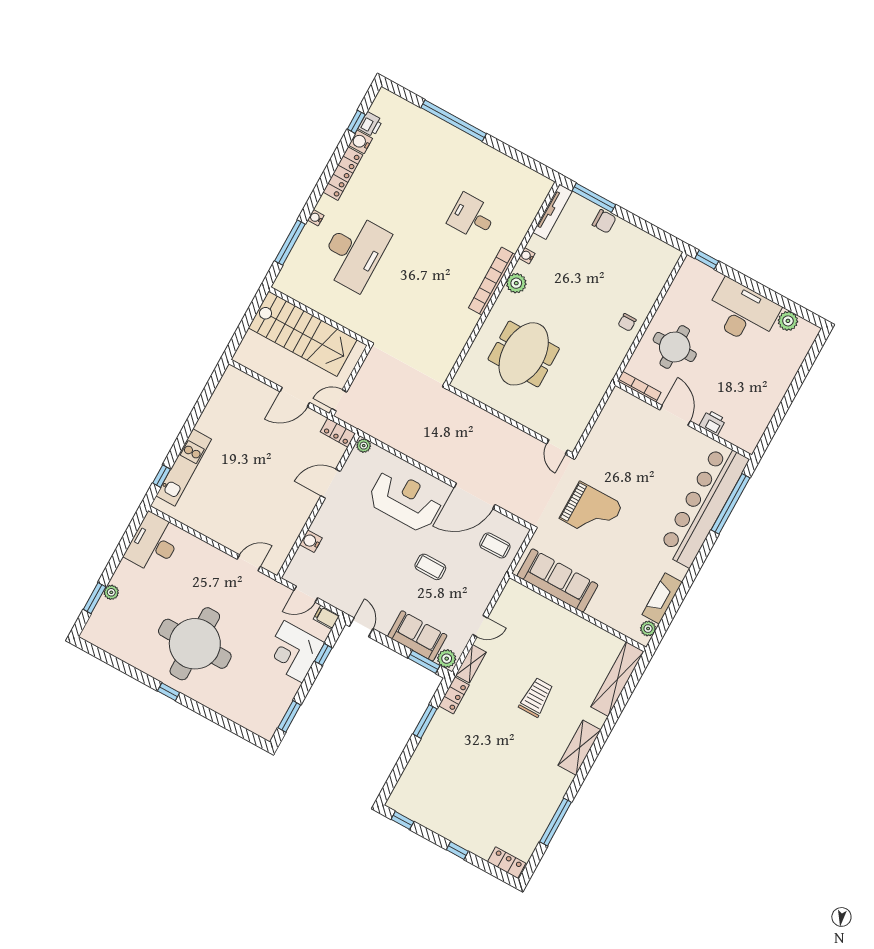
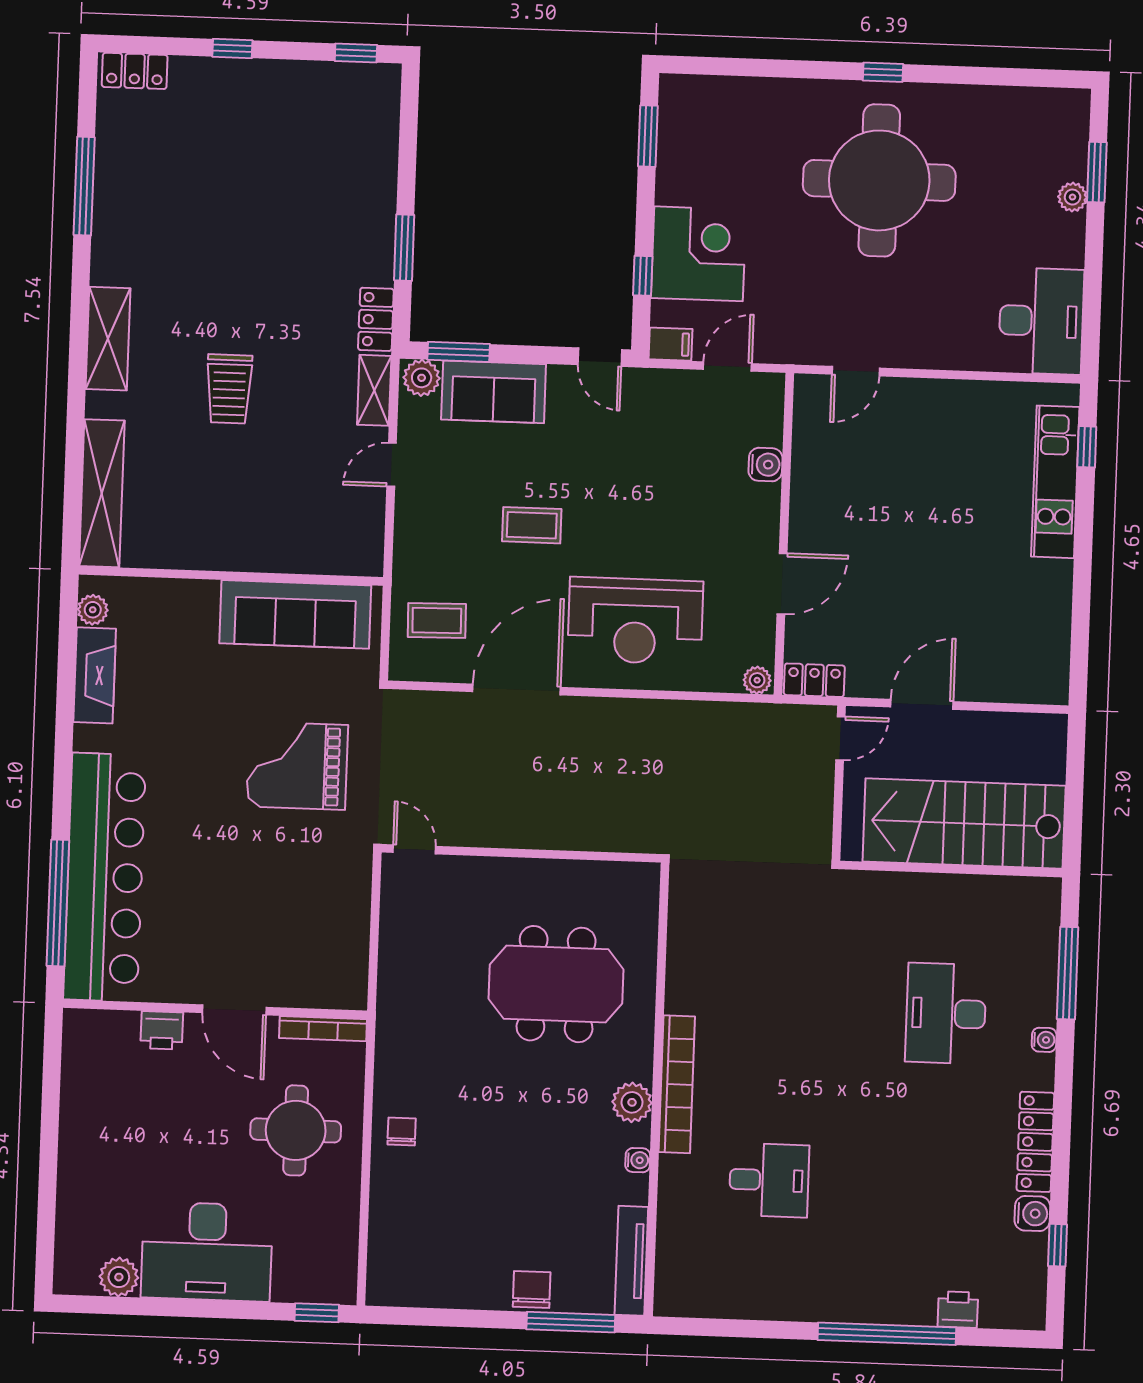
printer: (370, 124) -> (958, 1310), moved, turned 90
chair: (604, 221) -> (532, 1290), turned 90
desk: (354, 252) -> (946, 1013), width x0.73, depth x0.77
meeting table: (524, 354) -> (556, 984), turned 90

